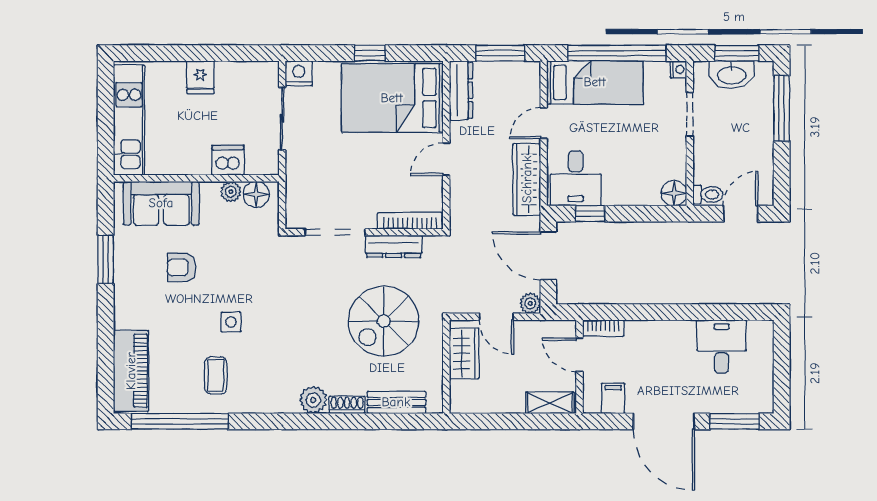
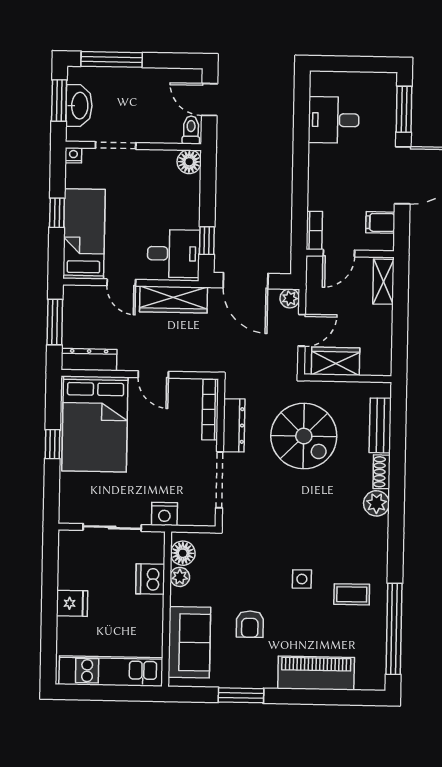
window: (617, 53) -> (57, 213), width x0.32
nightstand: (299, 73) -> (164, 514), moved, turned -90
door: (548, 256) -> (246, 281), hinge flipped
piano: (131, 371) -> (316, 673), moved

